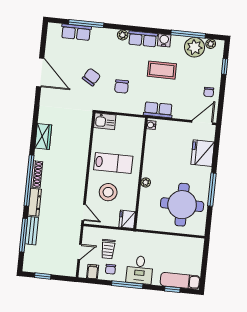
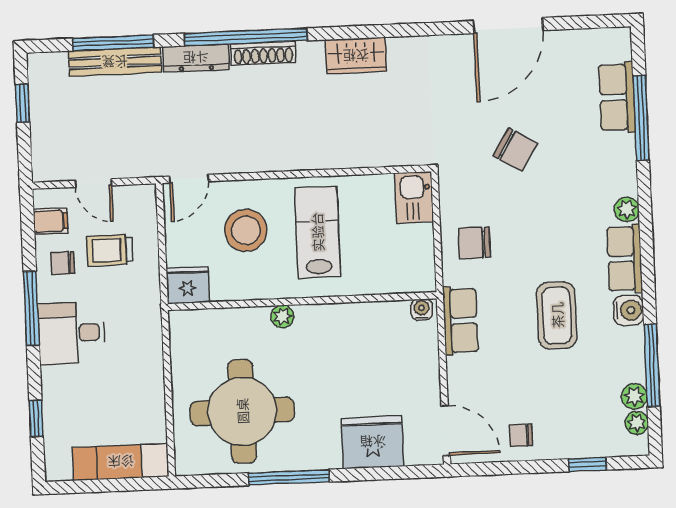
plant: (195, 47) -> (634, 396), width x0.53, depth x0.53
chair: (122, 86) -> (474, 243), moved
lab bench: (113, 163) -> (317, 232), turned 180
bench: (32, 231) -> (115, 62), width x1.36
exam couch: (180, 281) -> (121, 462), moved, turned -90

